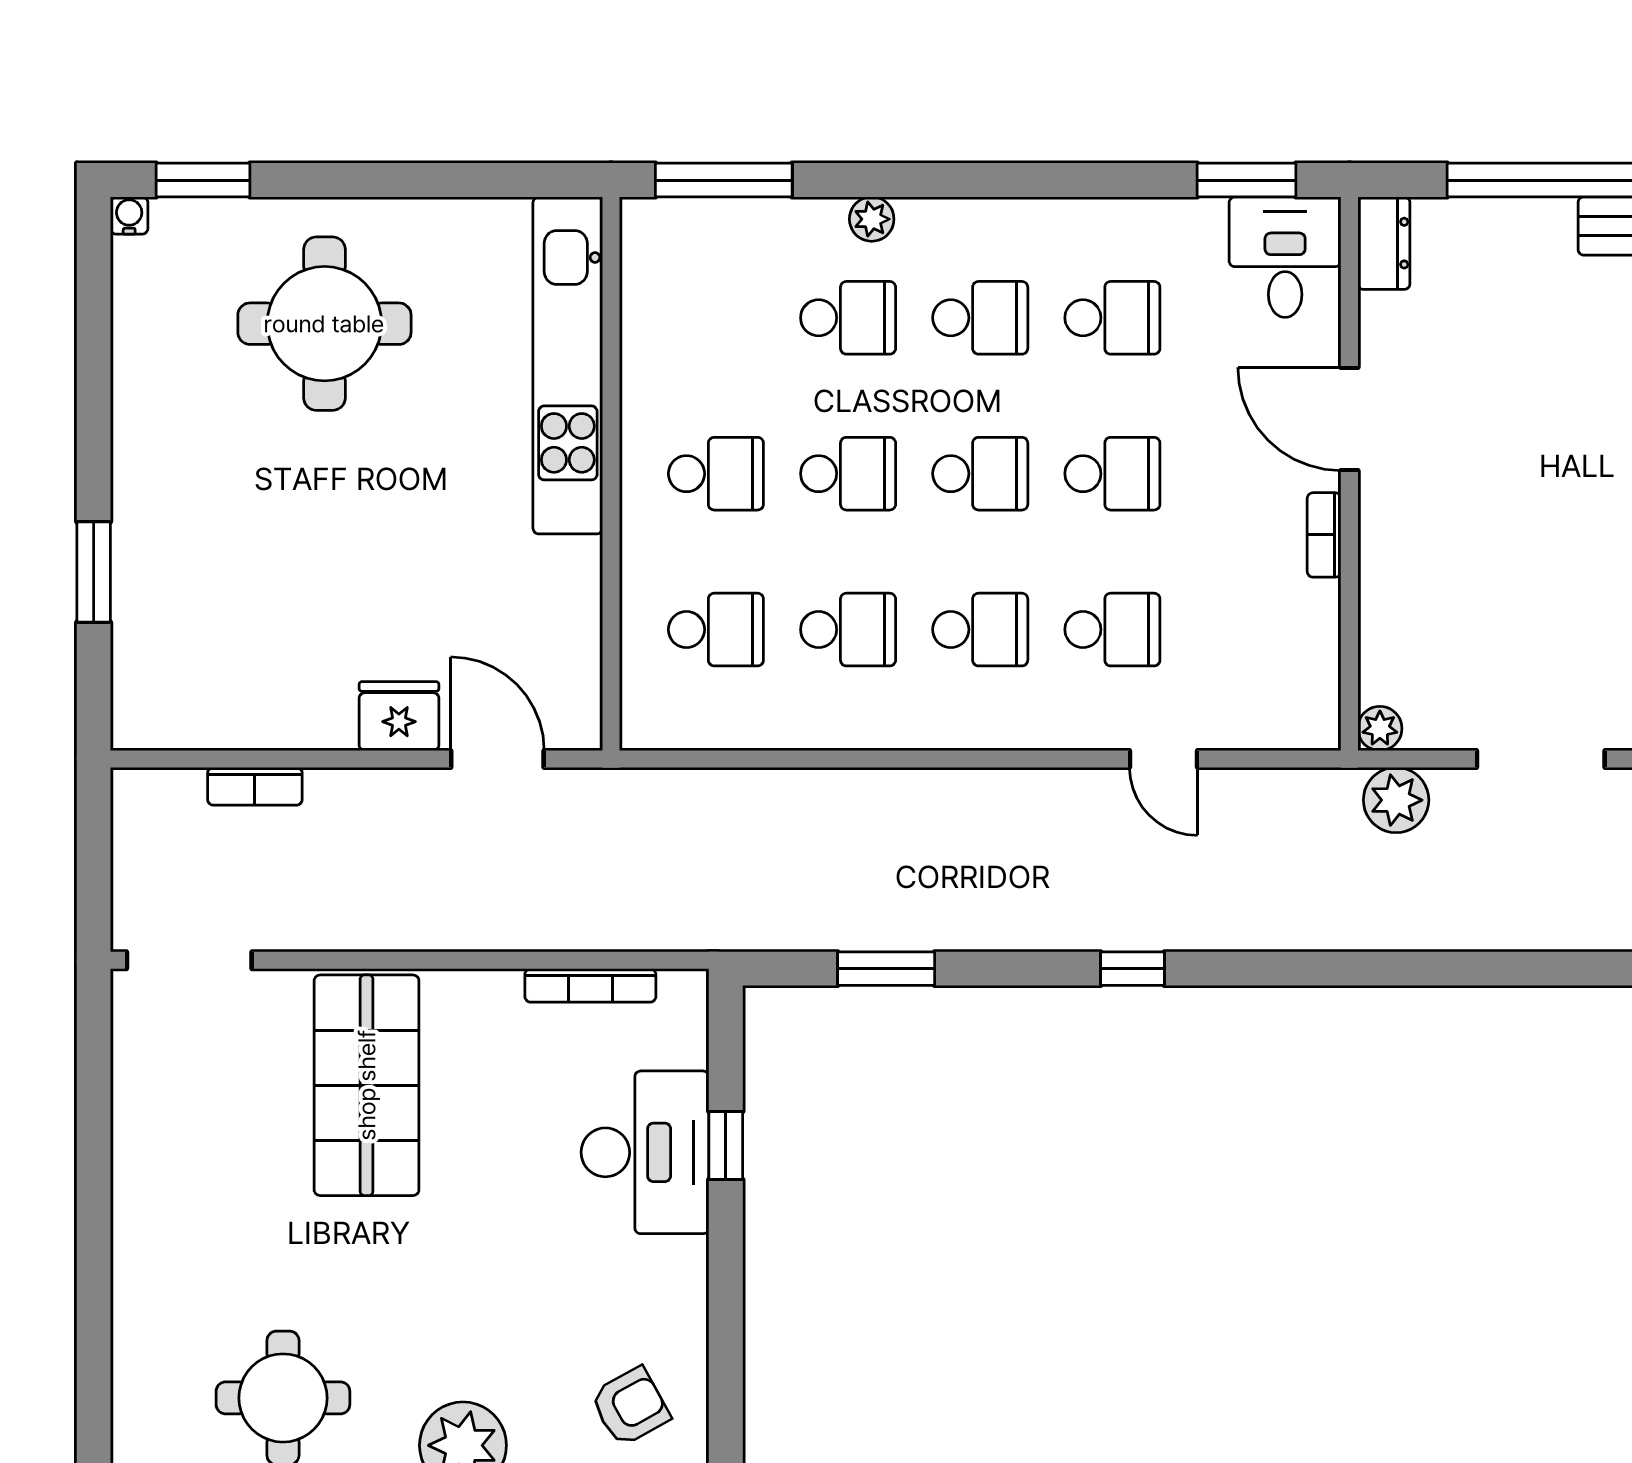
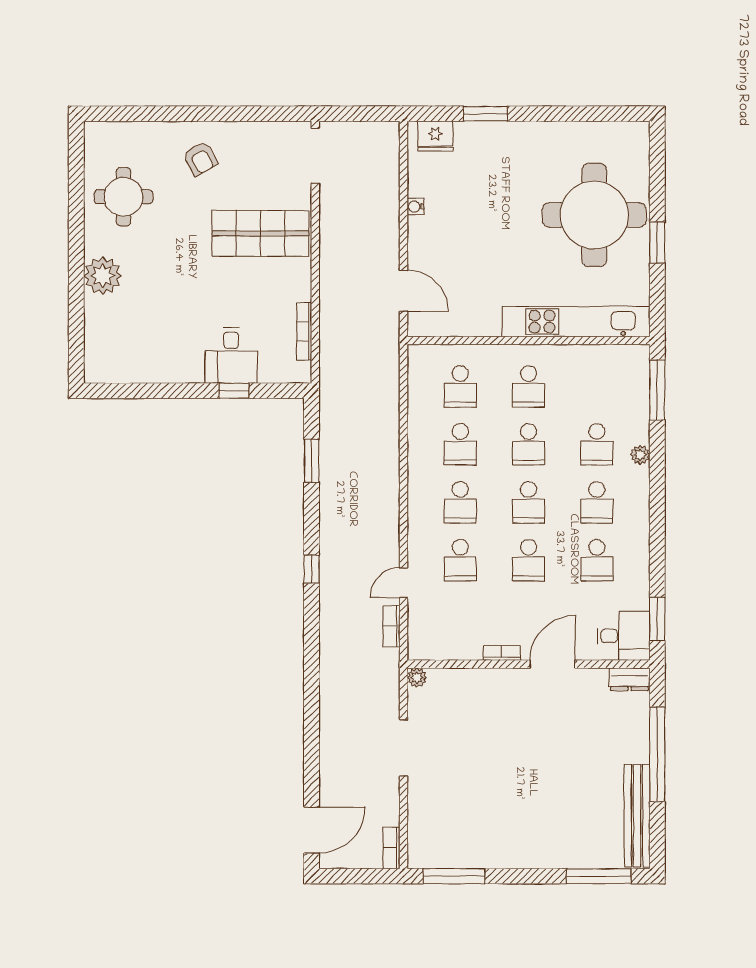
window: (203, 180) -> (657, 242), moved
water cooler: (129, 215) -> (415, 207), moved, turned 180
round table: (324, 324) -> (594, 215), width x1.36, depth x1.36
fridge: (399, 716) -> (435, 136), moved, turned 90
door: (497, 759) -> (404, 291), hinge flipped
bookcase: (255, 786) -> (392, 626), moved
plant: (1396, 800) -> (386, 685), removed
desk: (645, 1152) -> (231, 355), width x0.73
armchair: (630, 1407) -> (200, 158), moved

